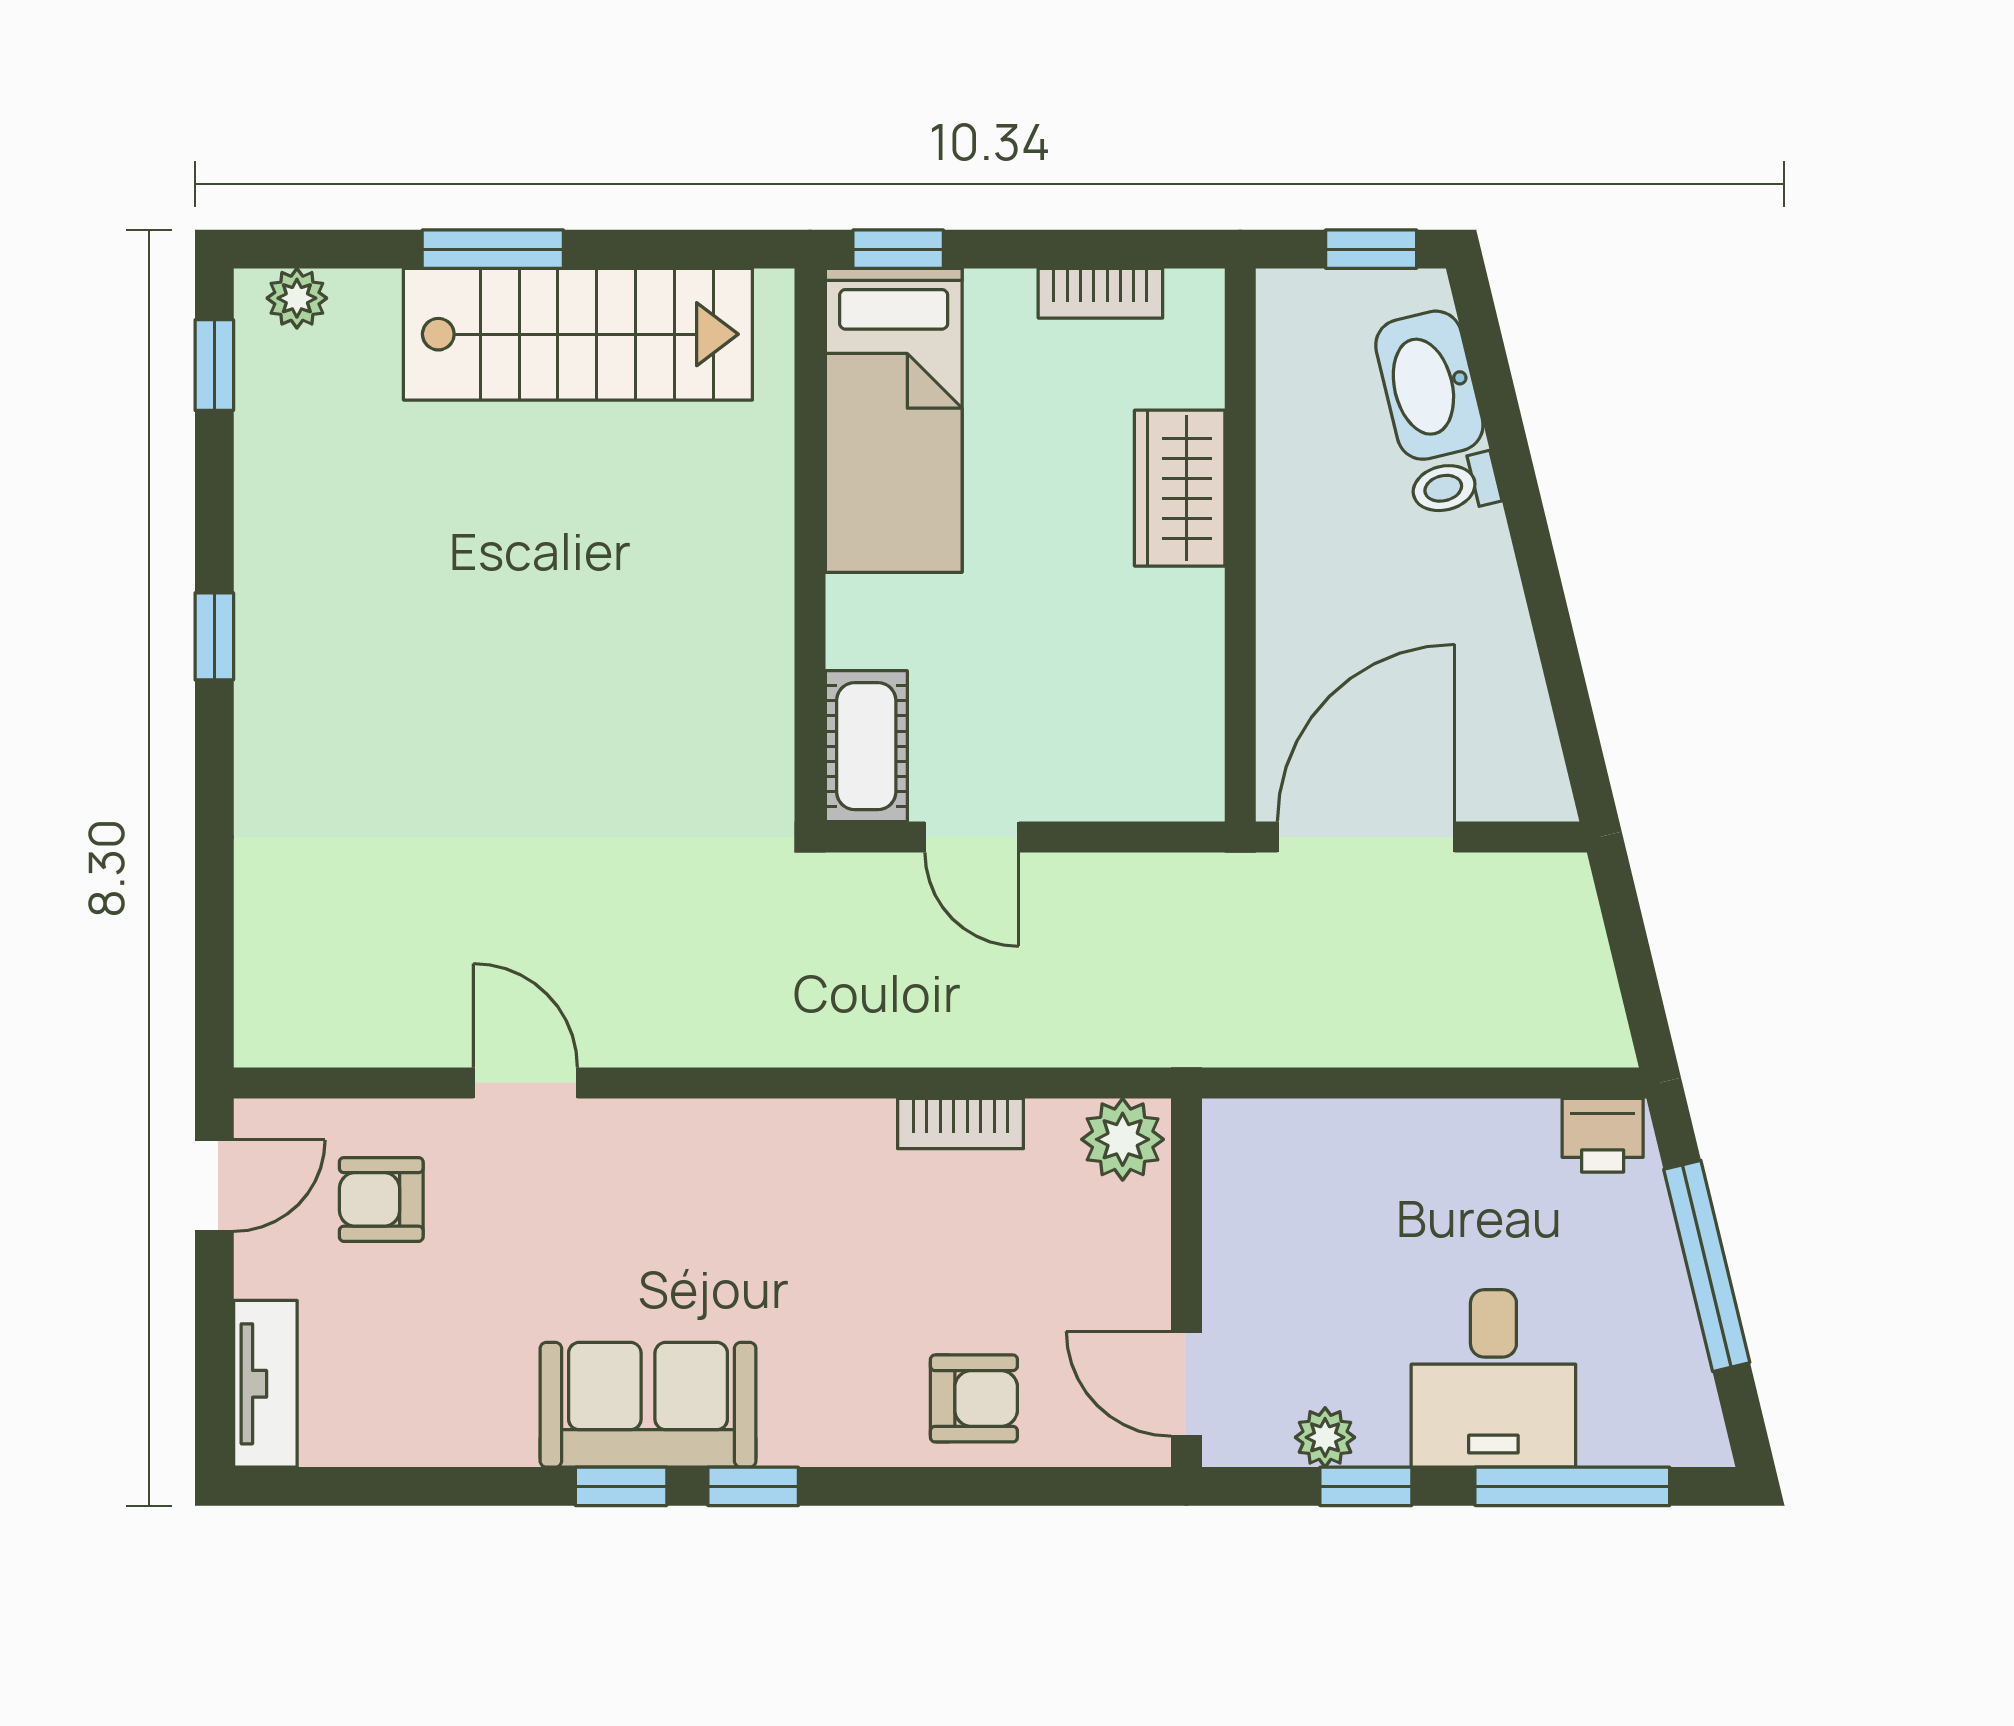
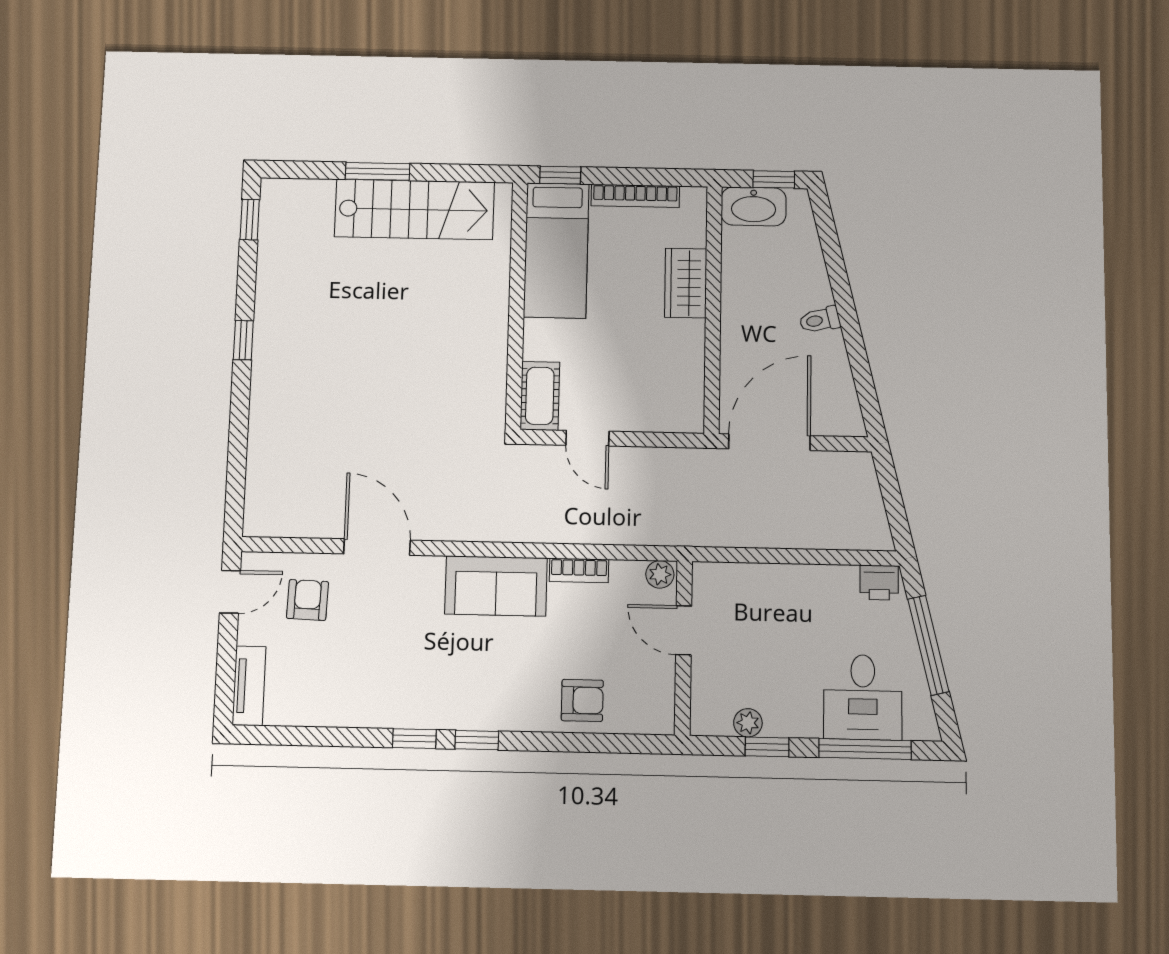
bookcase: (1100, 293) -> (635, 196), width x1.56
plant: (297, 298) -> (288, 191), removed
washbasin: (1429, 385) -> (754, 206), moved, turned -76
toilet: (1455, 485) -> (820, 320), moved
door: (525, 1083) -> (377, 547), width x1.38
plant: (1123, 1139) -> (660, 574), width x0.73, depth x0.73
armchair: (381, 1199) -> (308, 600), turned 92
desk: (1493, 1378) -> (863, 697), moved
door: (1186, 1384) -> (684, 630), moved
sofa: (648, 1405) -> (496, 586), moved, turned 180

